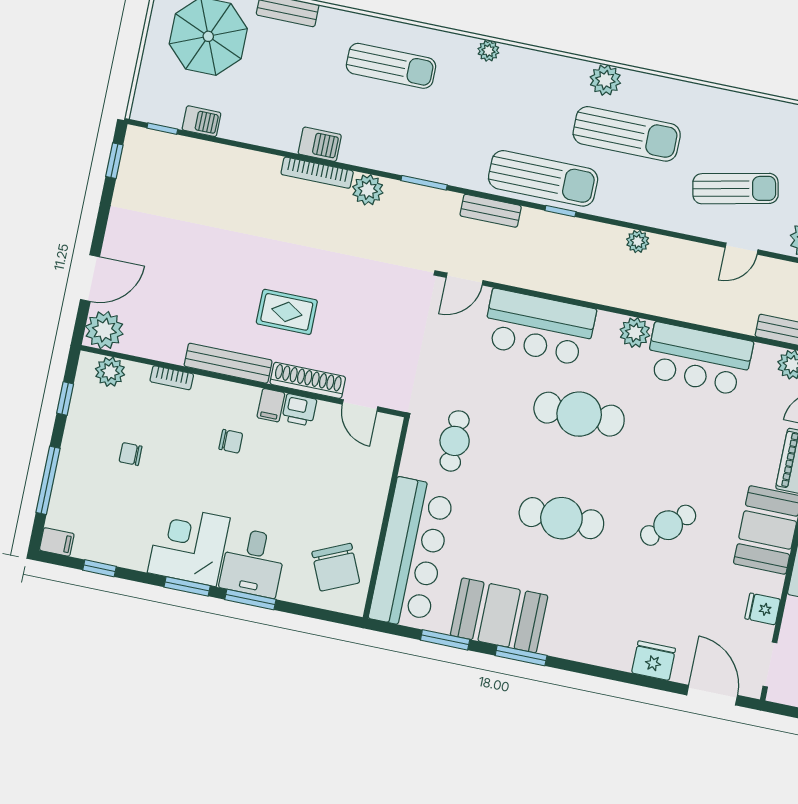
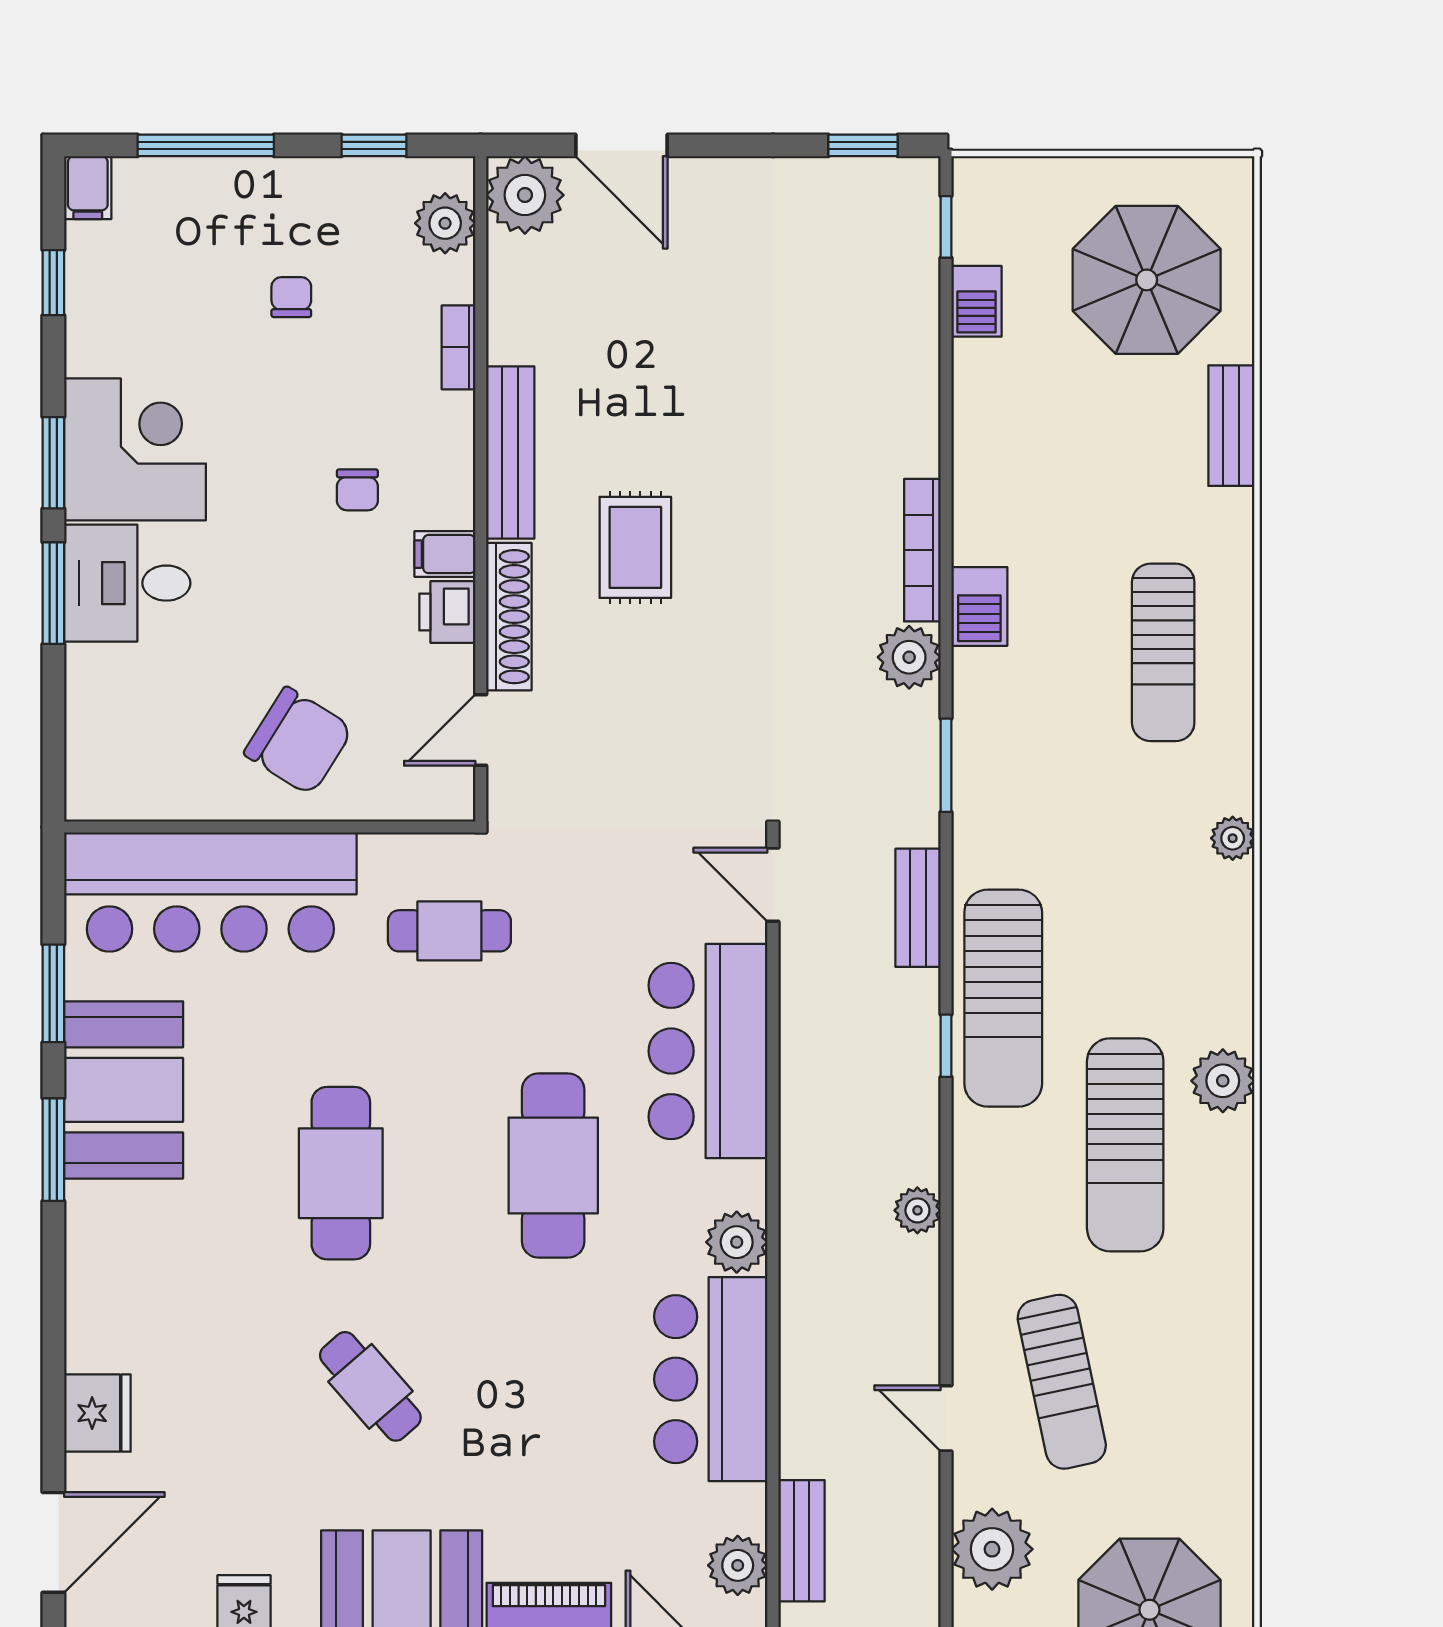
barbecue: (320, 144) -> (979, 606), moved
chair: (336, 567) -> (298, 741), moved, turned -124

